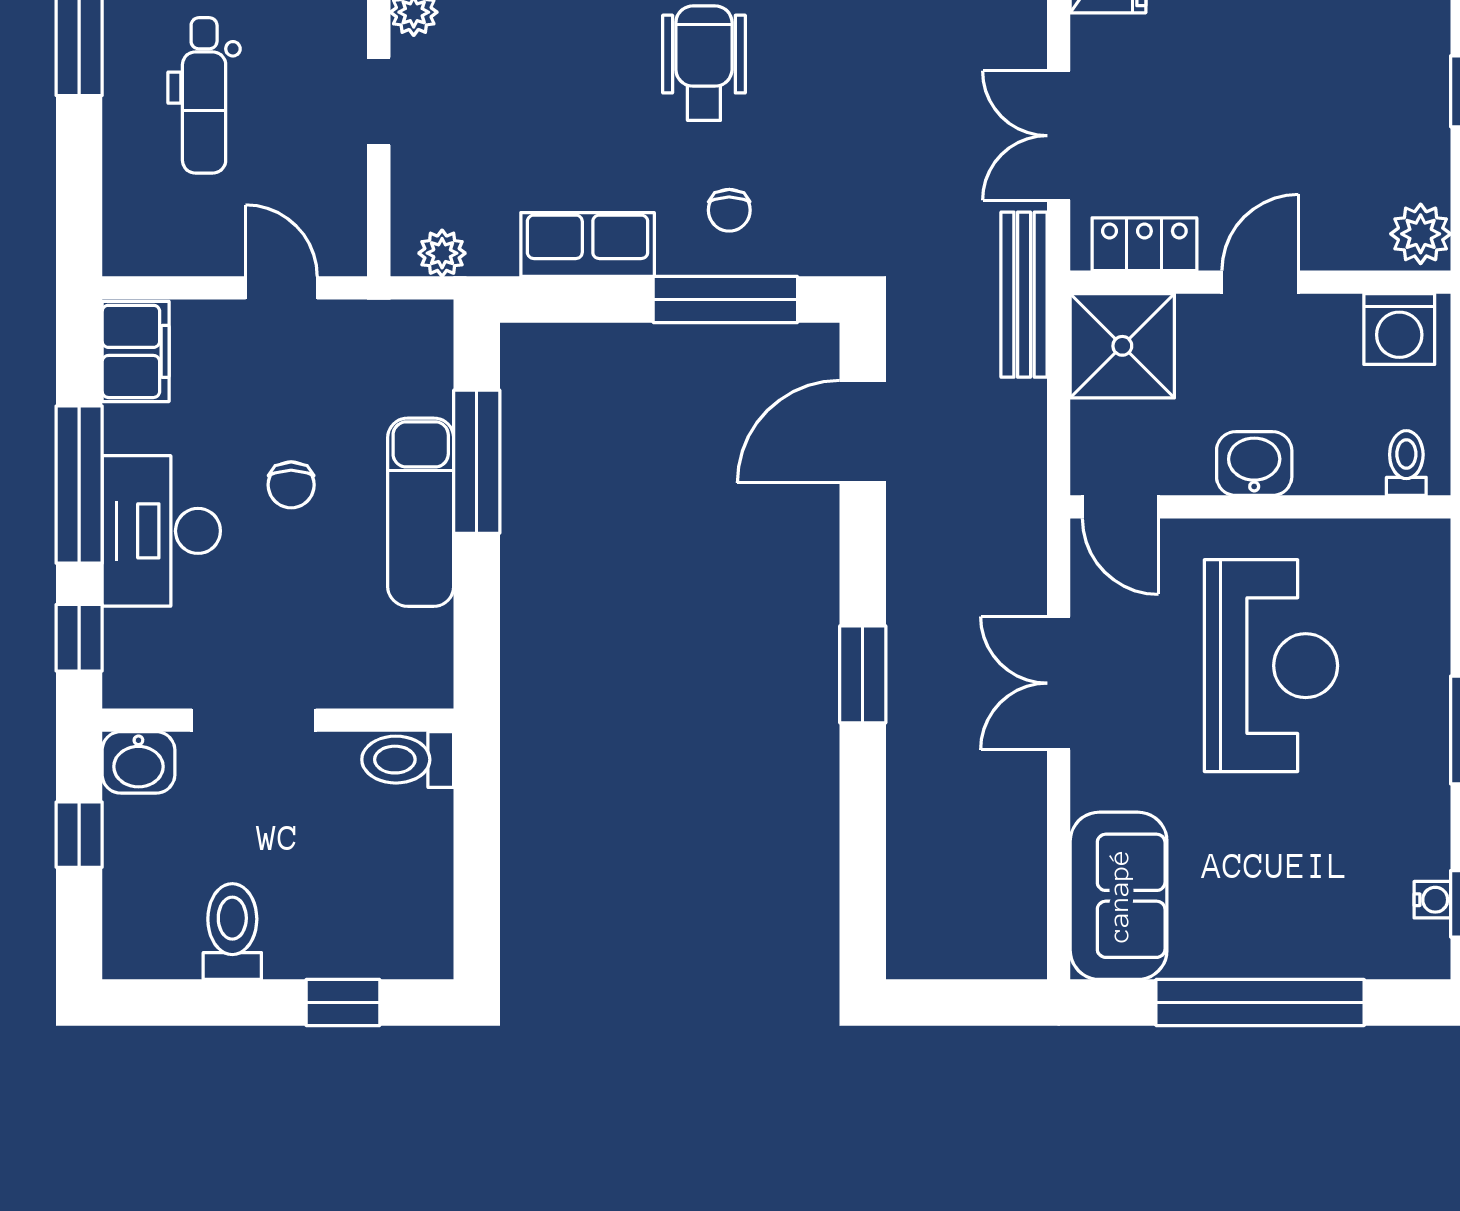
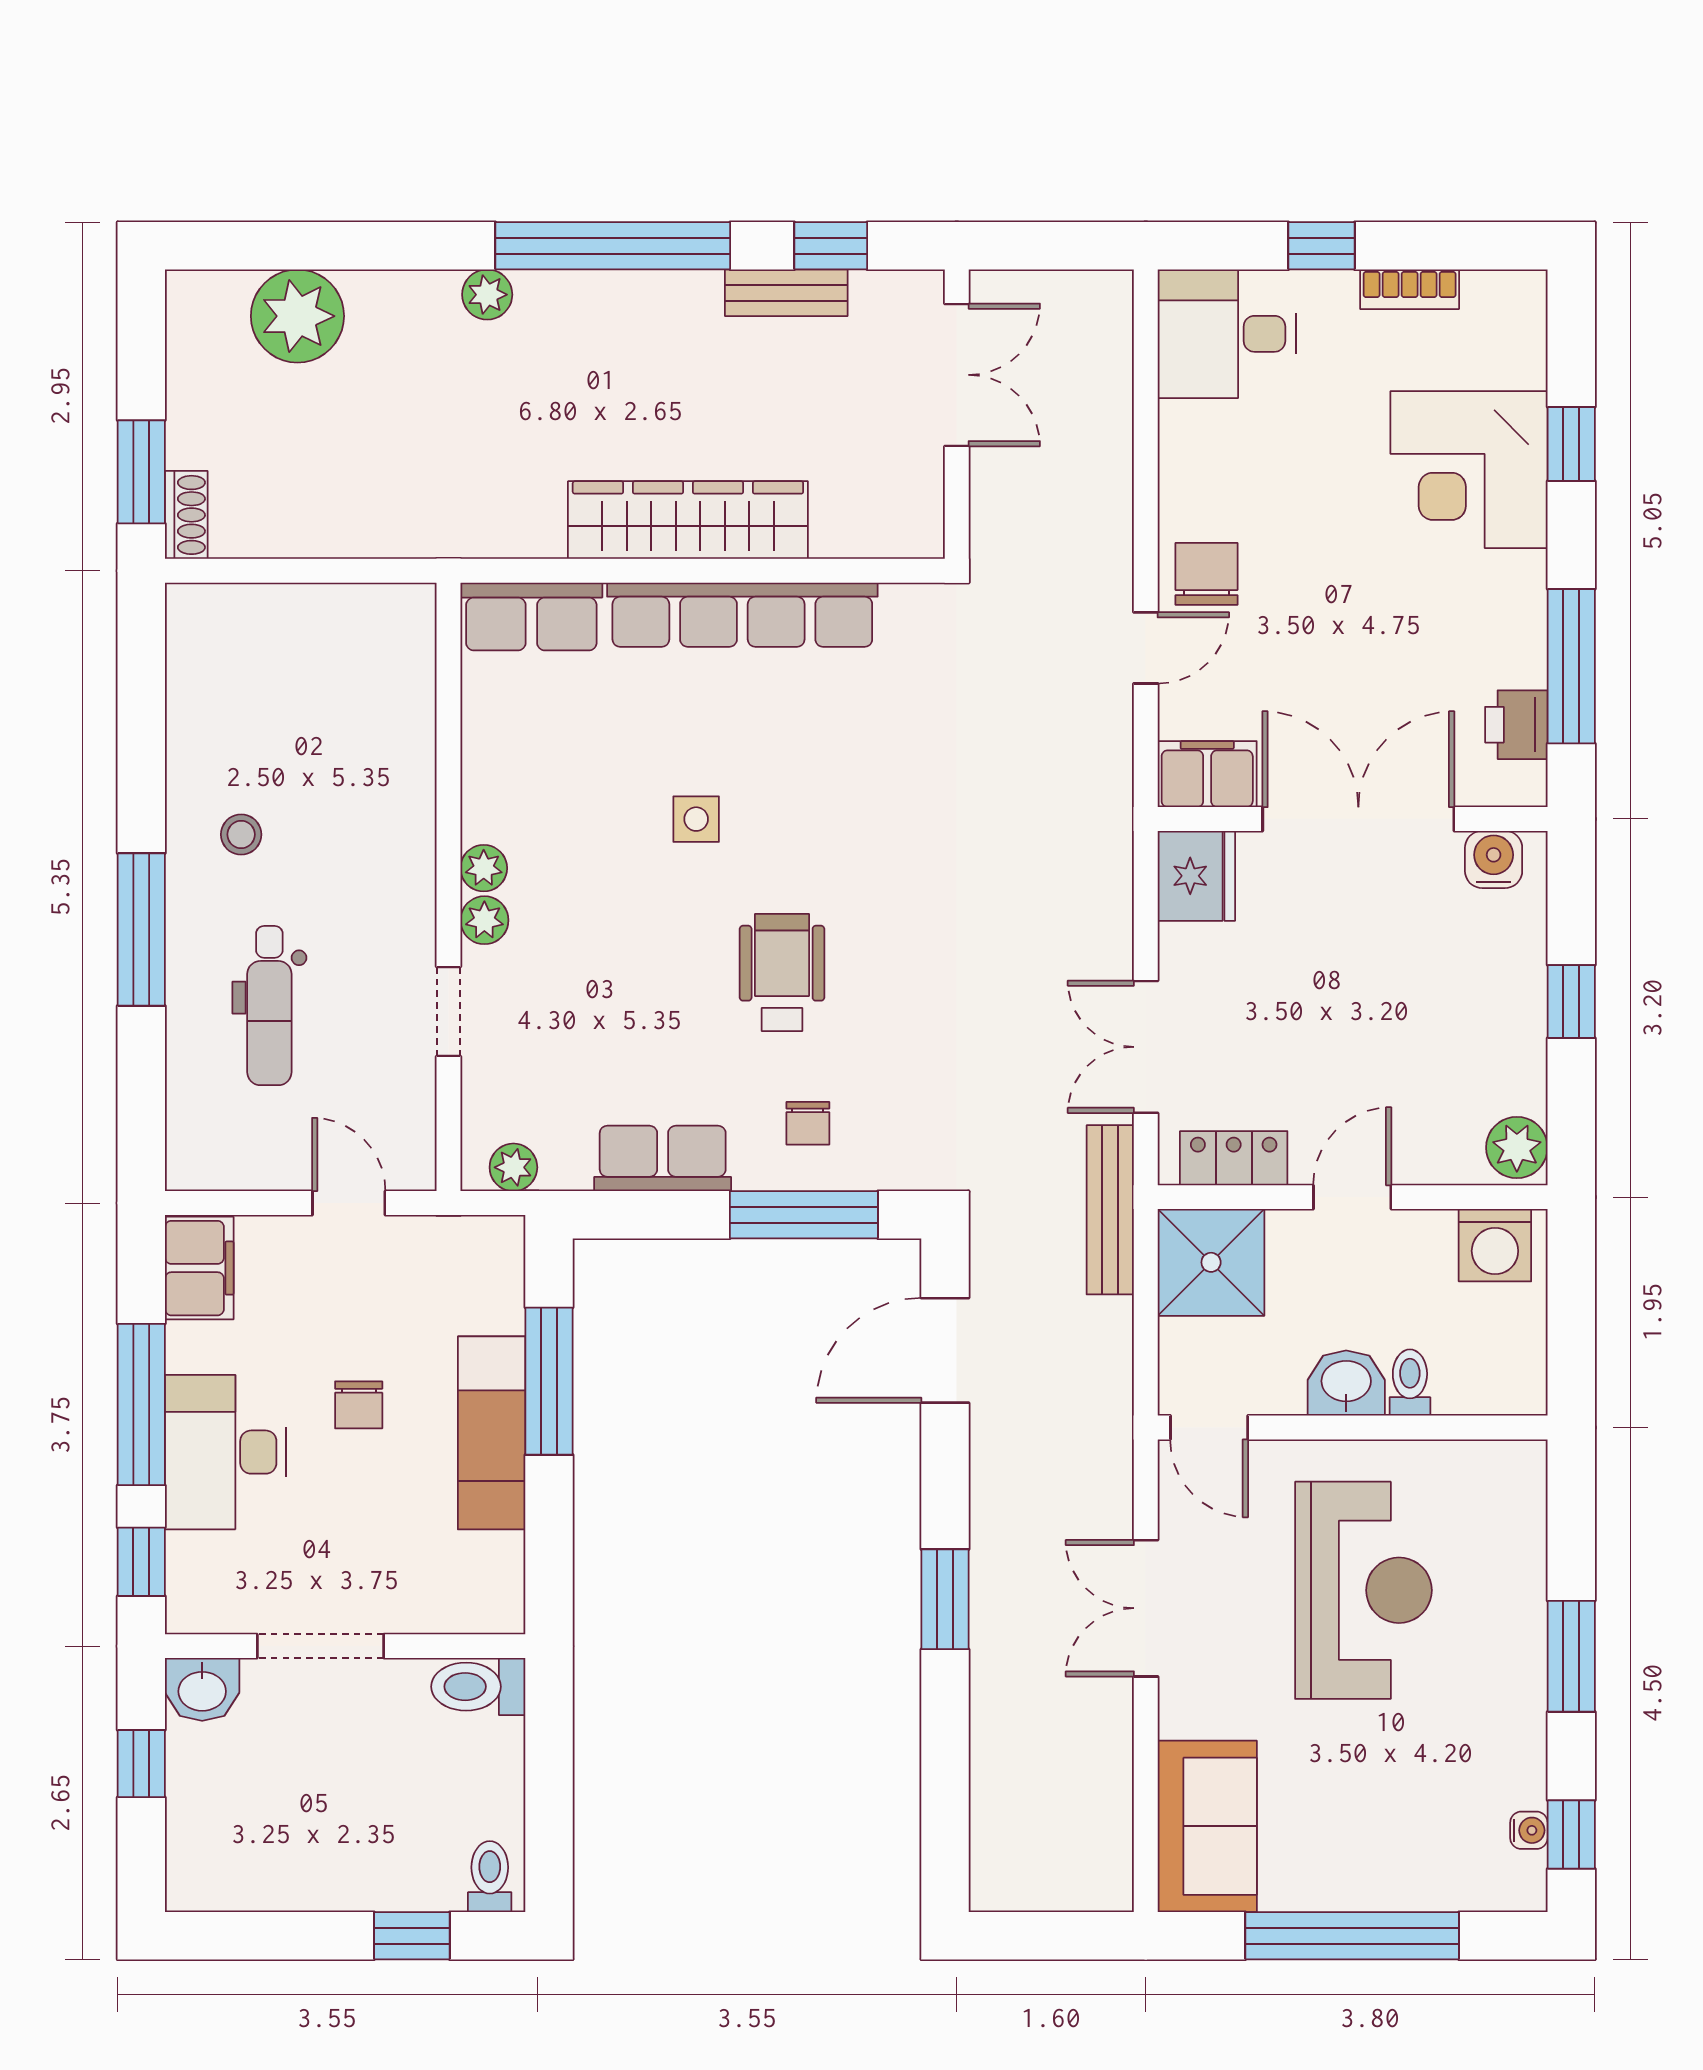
toilet: (1406, 463) -> (1410, 1383), moved
toilet: (232, 932) -> (490, 1877), moved, width x0.73, depth x0.72

